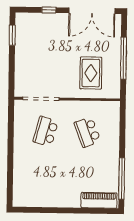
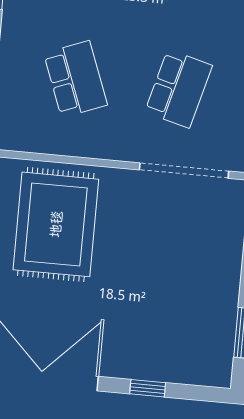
rug: (91, 73) -> (56, 224), width x1.37, depth x1.44

